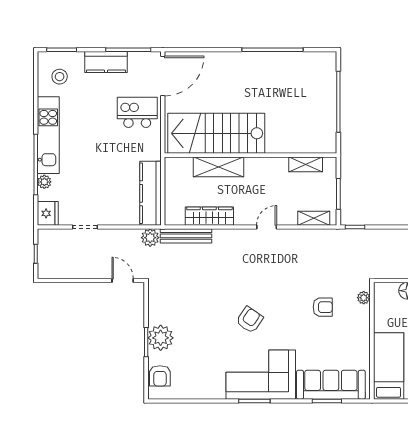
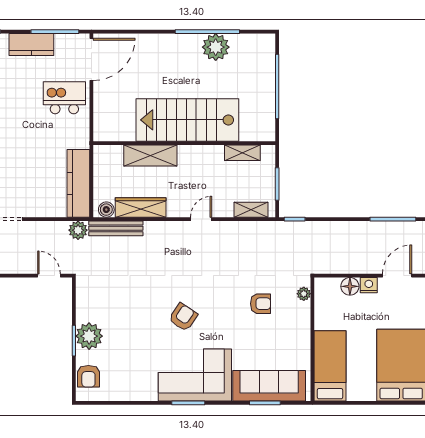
plant: (280, 64) -> (216, 47), added
stairs: (216, 133) -> (187, 120), moved
boiler: (177, 218) -> (106, 210), added

